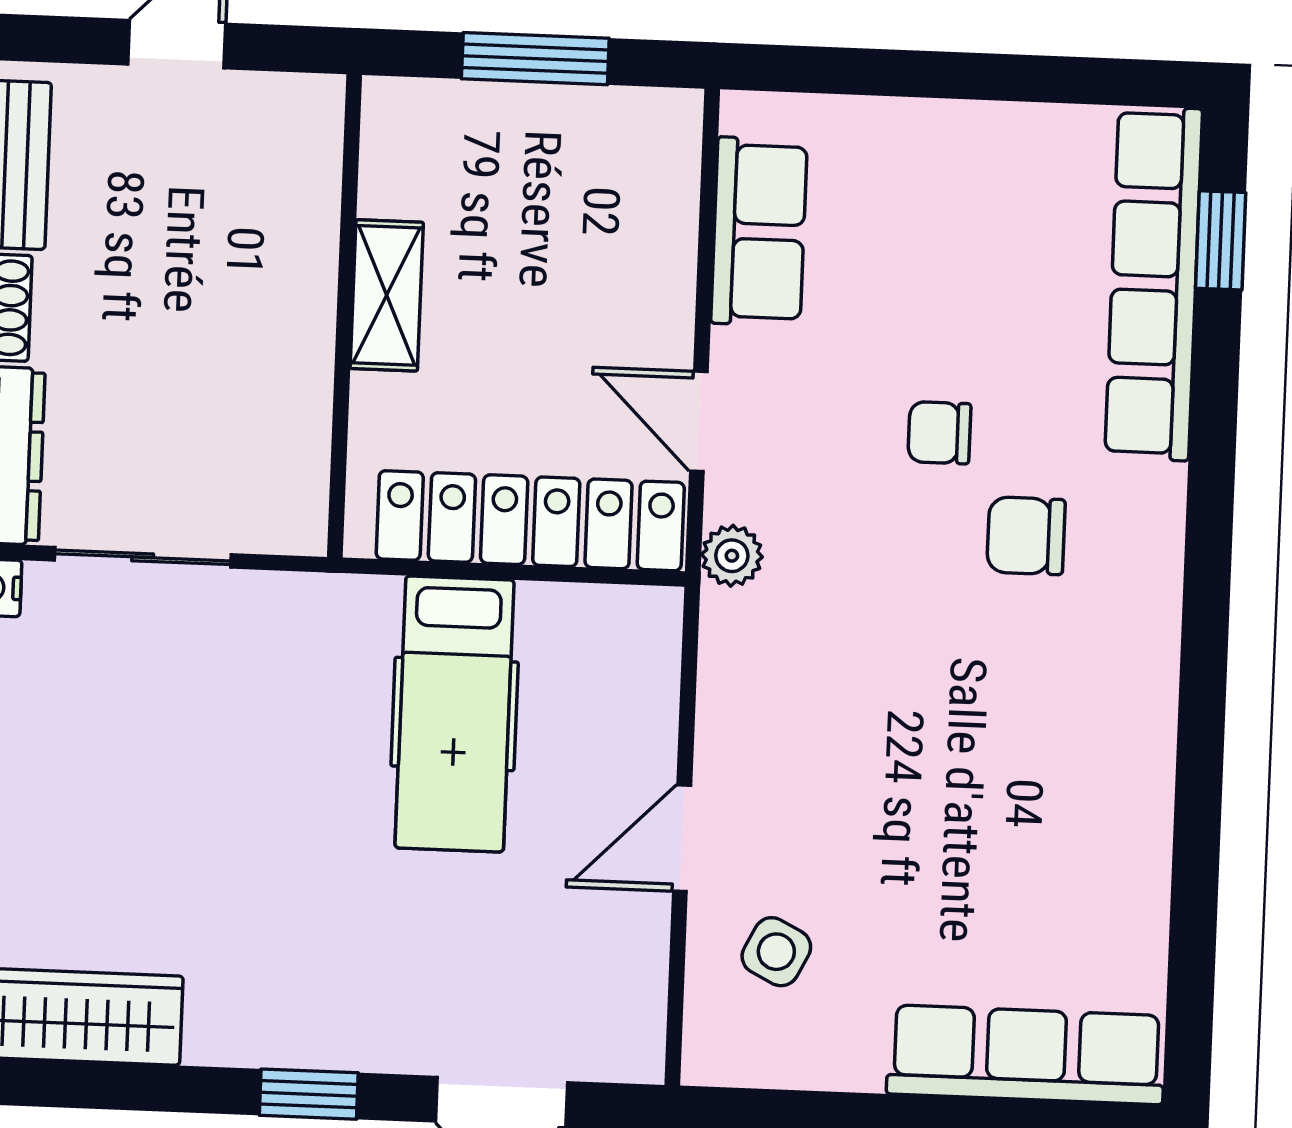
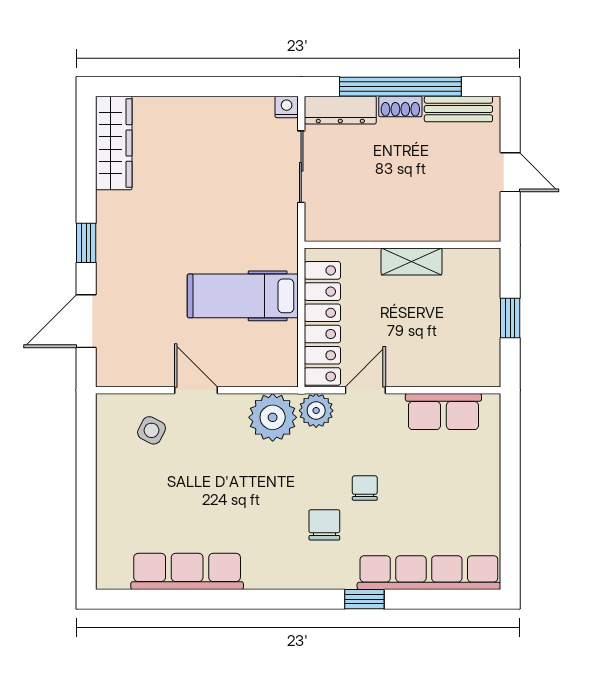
window: (535, 59) -> (510, 318), width x0.67
window: (1221, 240) -> (364, 599), moved
plant: (732, 556) -> (316, 411), width x1.38, depth x1.38
plant: (756, 653) -> (273, 417), added
row of seats: (1026, 1055) -> (187, 571), moved, turned -90

